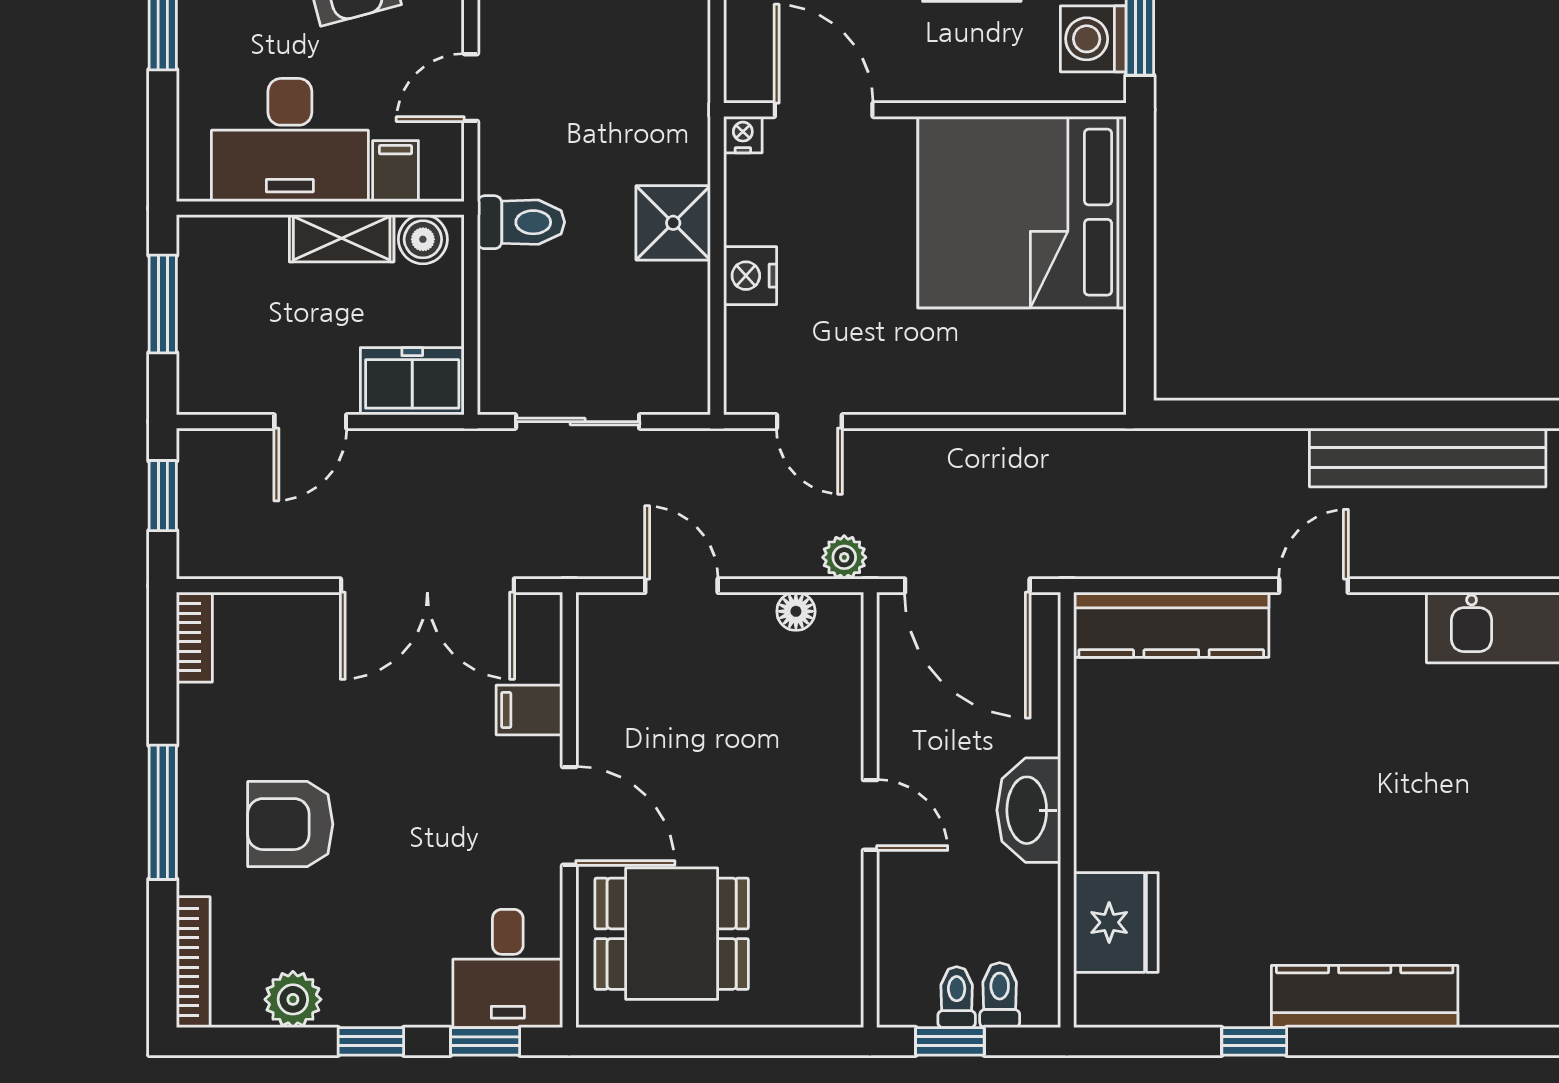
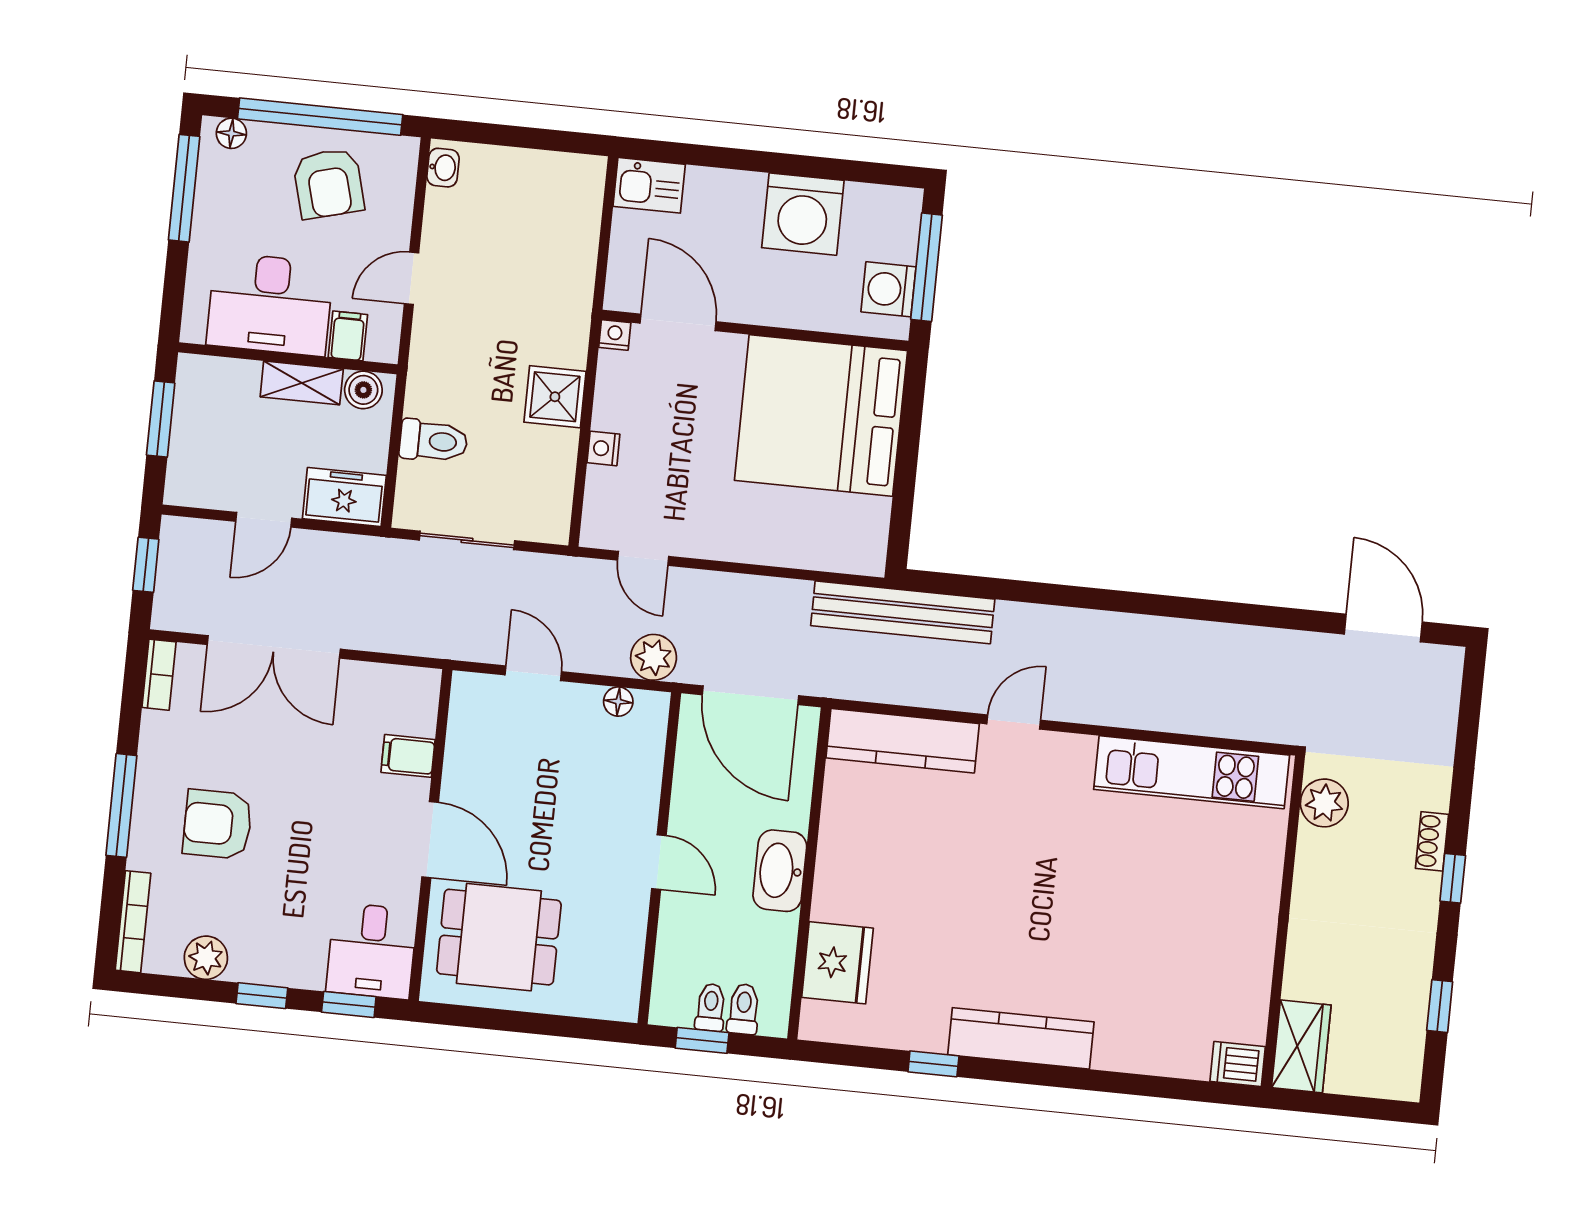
toilet: (521, 222) -> (434, 441), moved
nightstand: (750, 276) -> (603, 448), width x0.72, depth x0.74
bench: (1428, 457) -> (903, 612), moved
plant: (844, 557) -> (654, 657), width x1.38, depth x1.38
double door: (427, 586) -> (274, 647), moved

